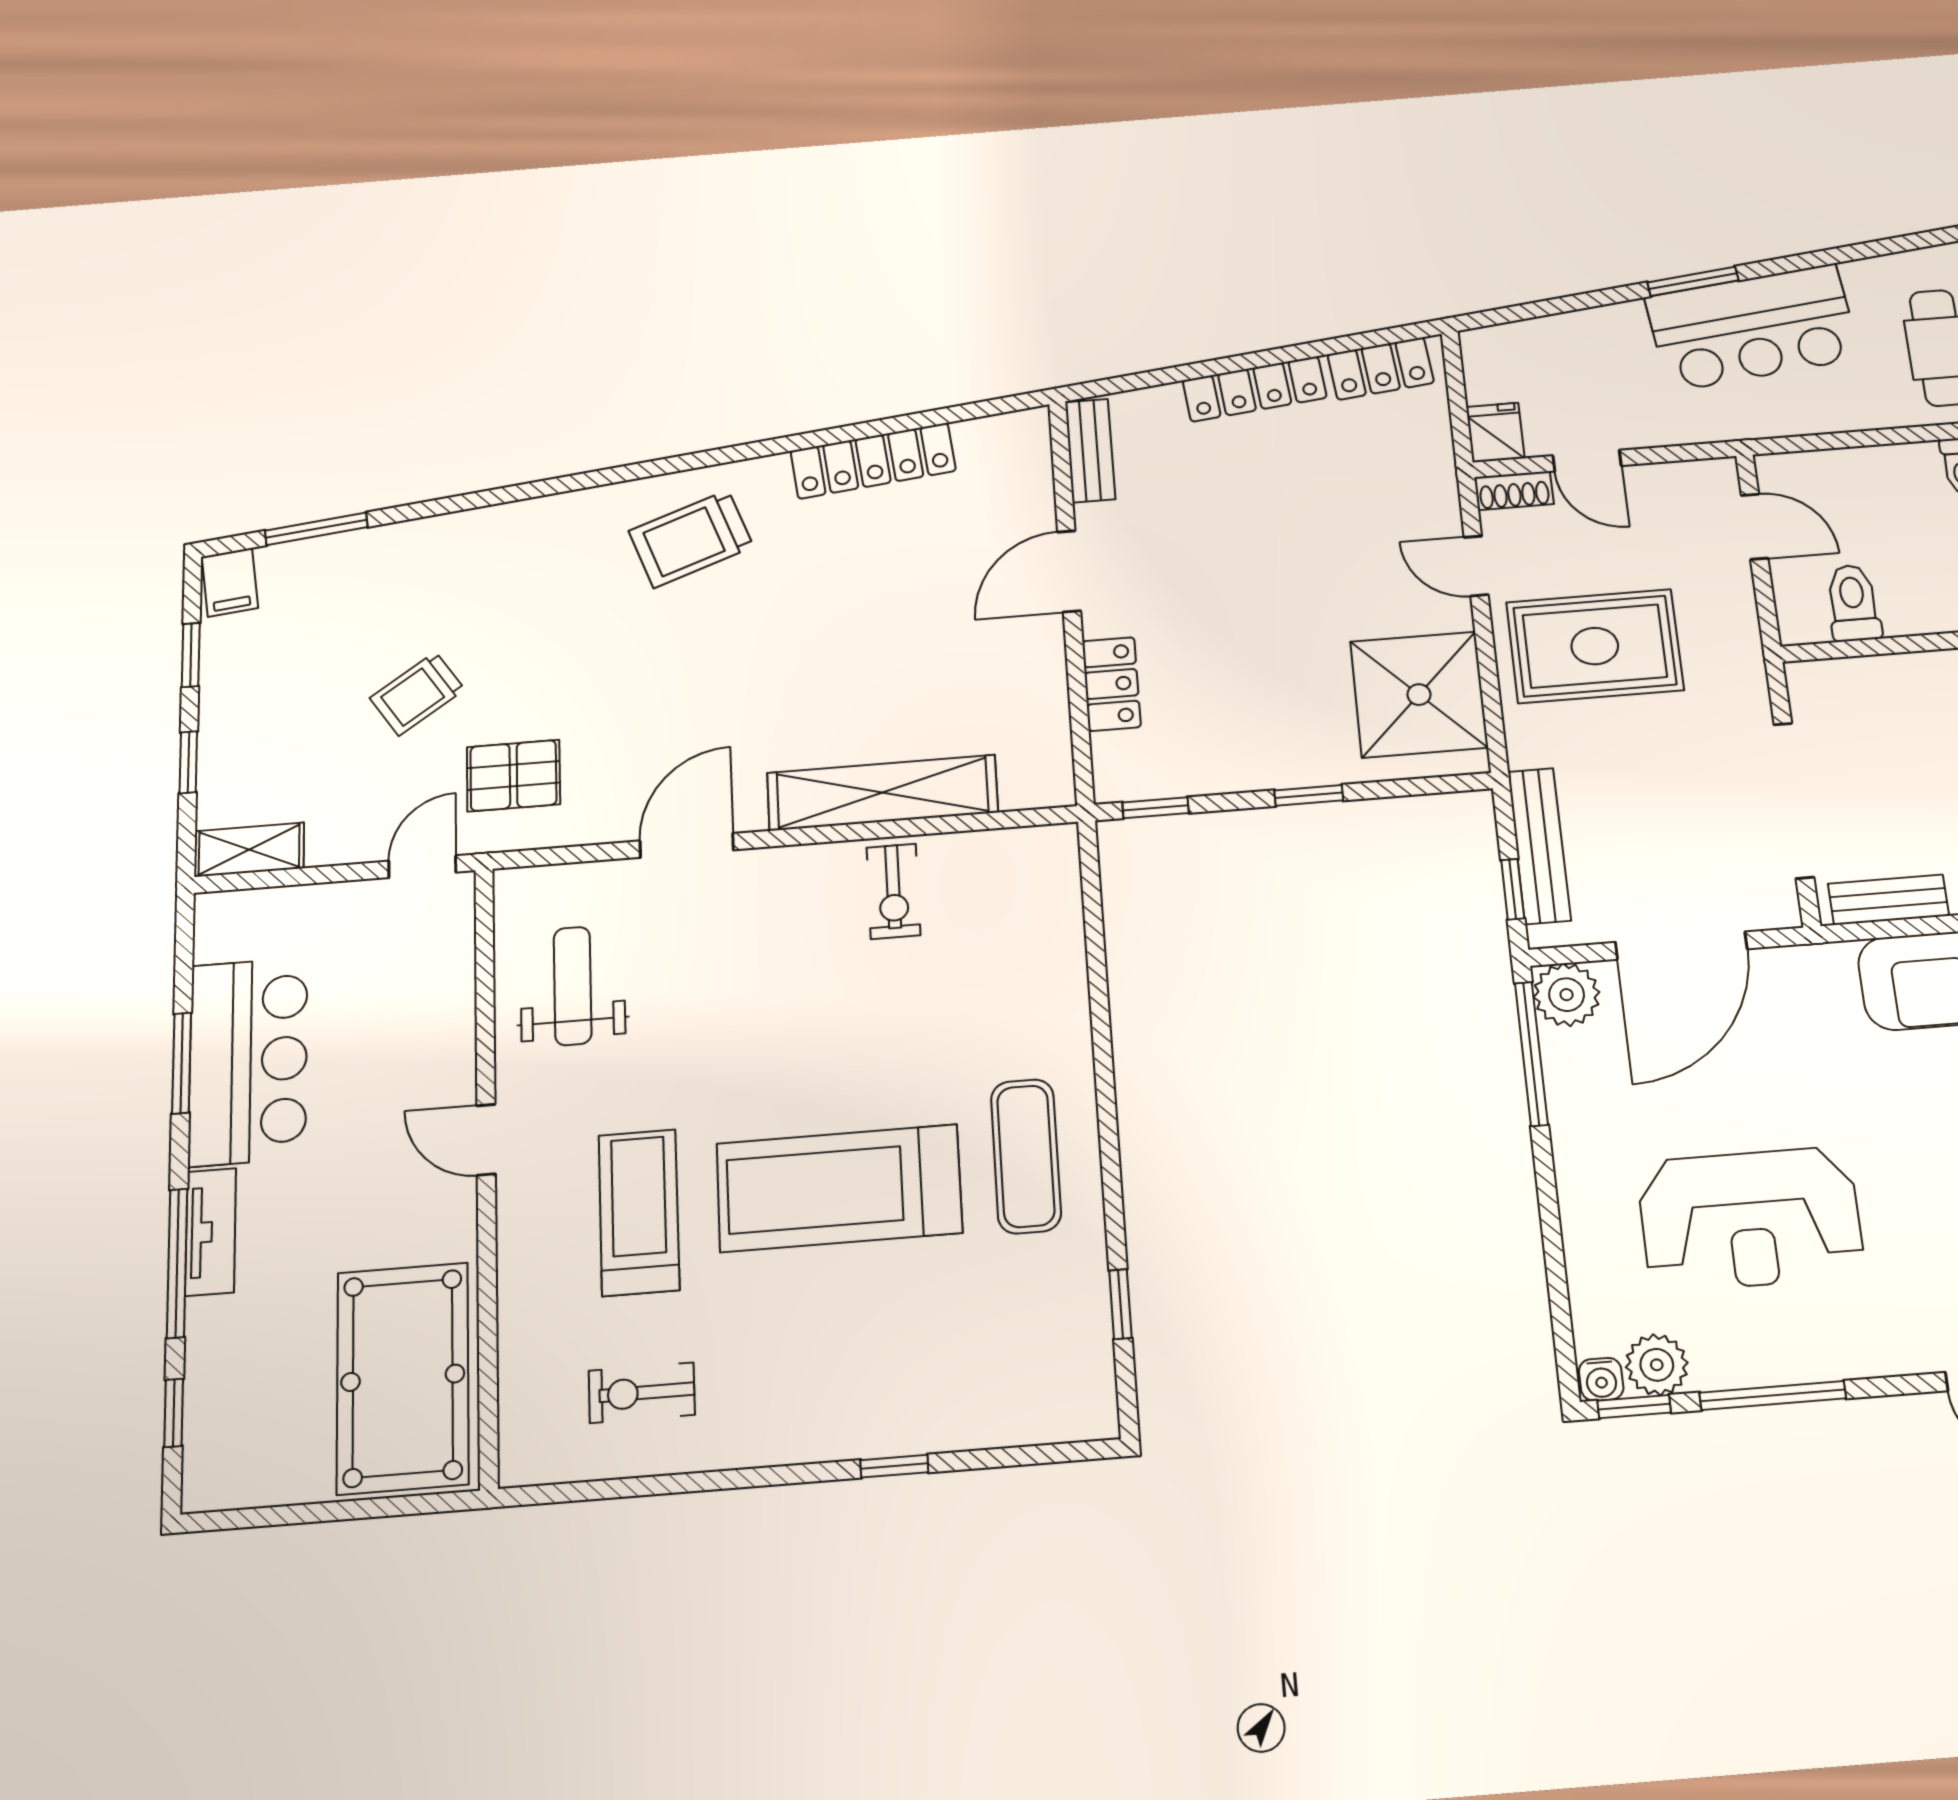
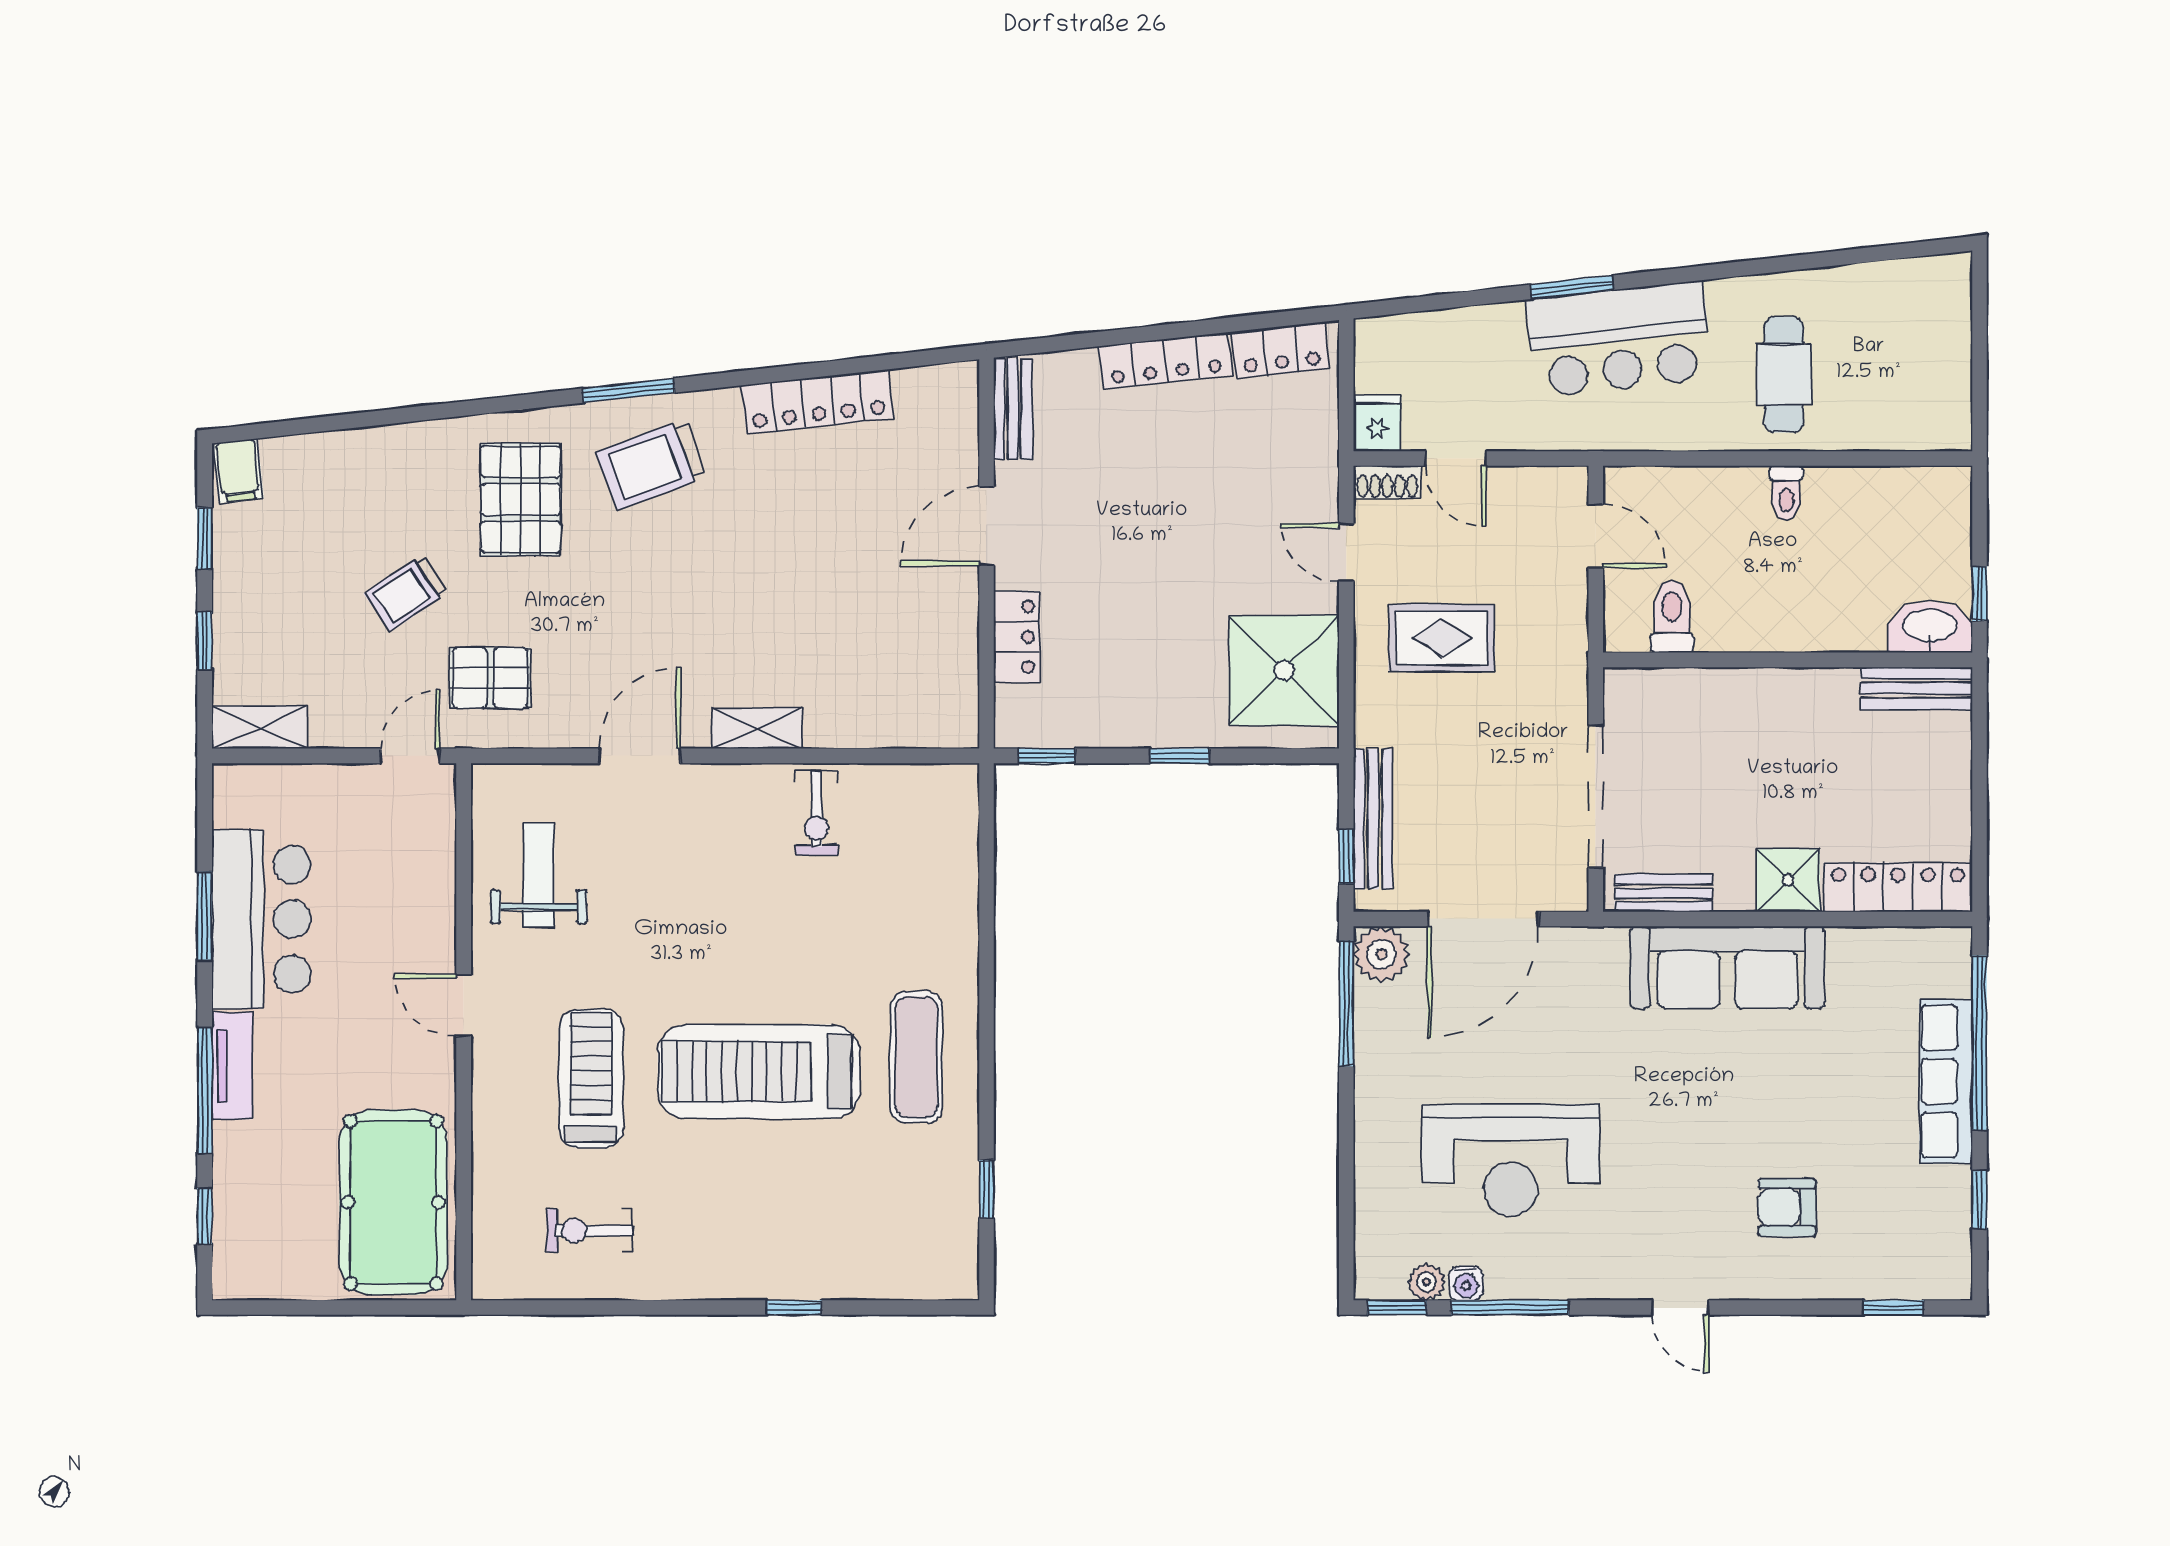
window: (316, 529) -> (629, 391), moved
pallet: (546, 586) -> (521, 499), added
rug: (1595, 646) -> (1442, 638), width x0.73, depth x0.70
shelving: (882, 793) -> (757, 728), width x0.45, depth x0.75
plant: (1657, 1365) -> (1426, 1282), width x0.73, depth x0.73
water cooler: (1601, 1379) -> (1466, 1283), moved

